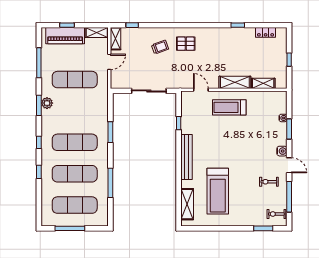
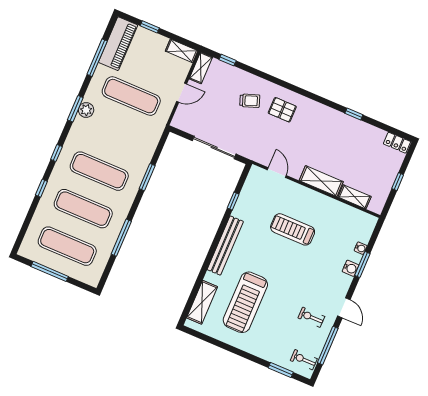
locker: (266, 32) -> (397, 143), moved
piano: (65, 36) -> (118, 44), moved, turned -90
treadmill: (229, 107) -> (293, 229), moved
water cooler: (282, 151) -> (350, 268), moved

